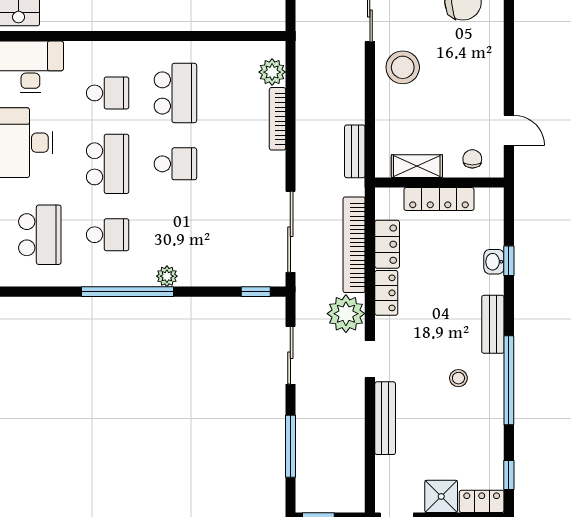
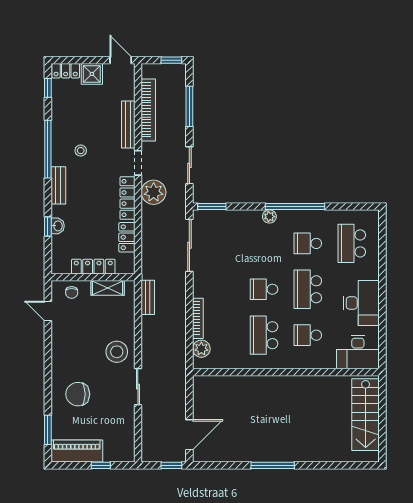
bookcase: (354, 245) -> (148, 110), moved
window: (256, 292) -> (212, 206), width x1.50
locker: (386, 293) -> (127, 198), width x1.53

